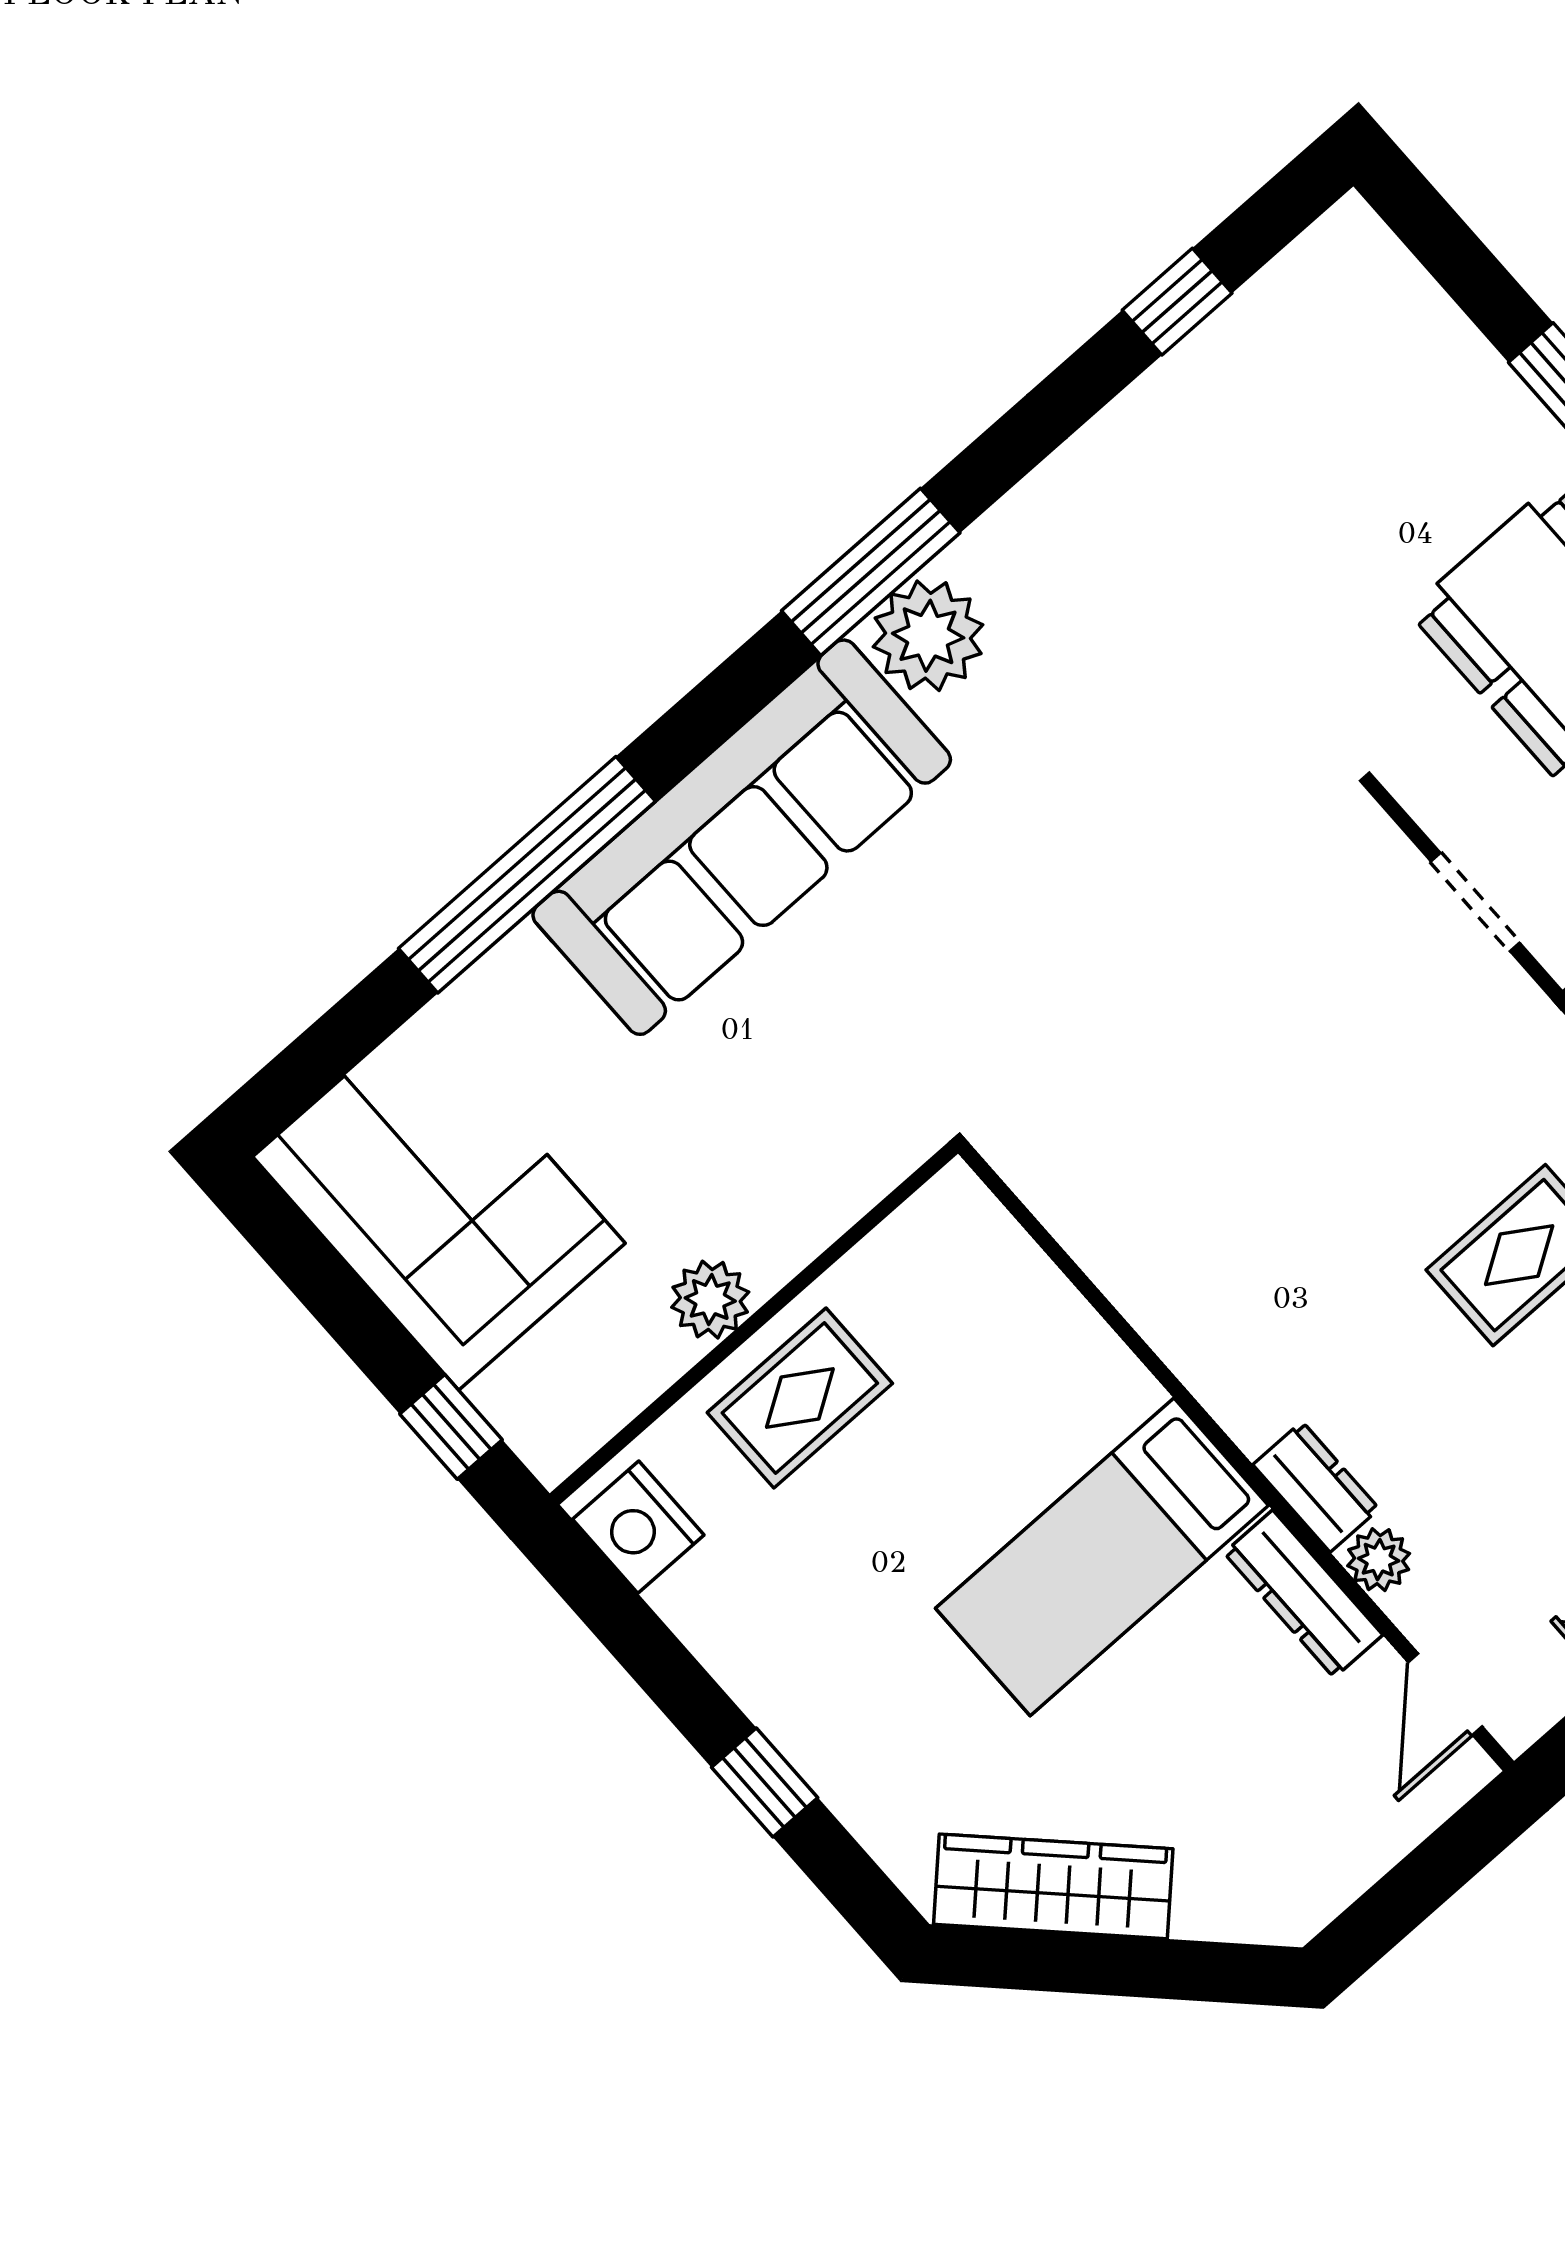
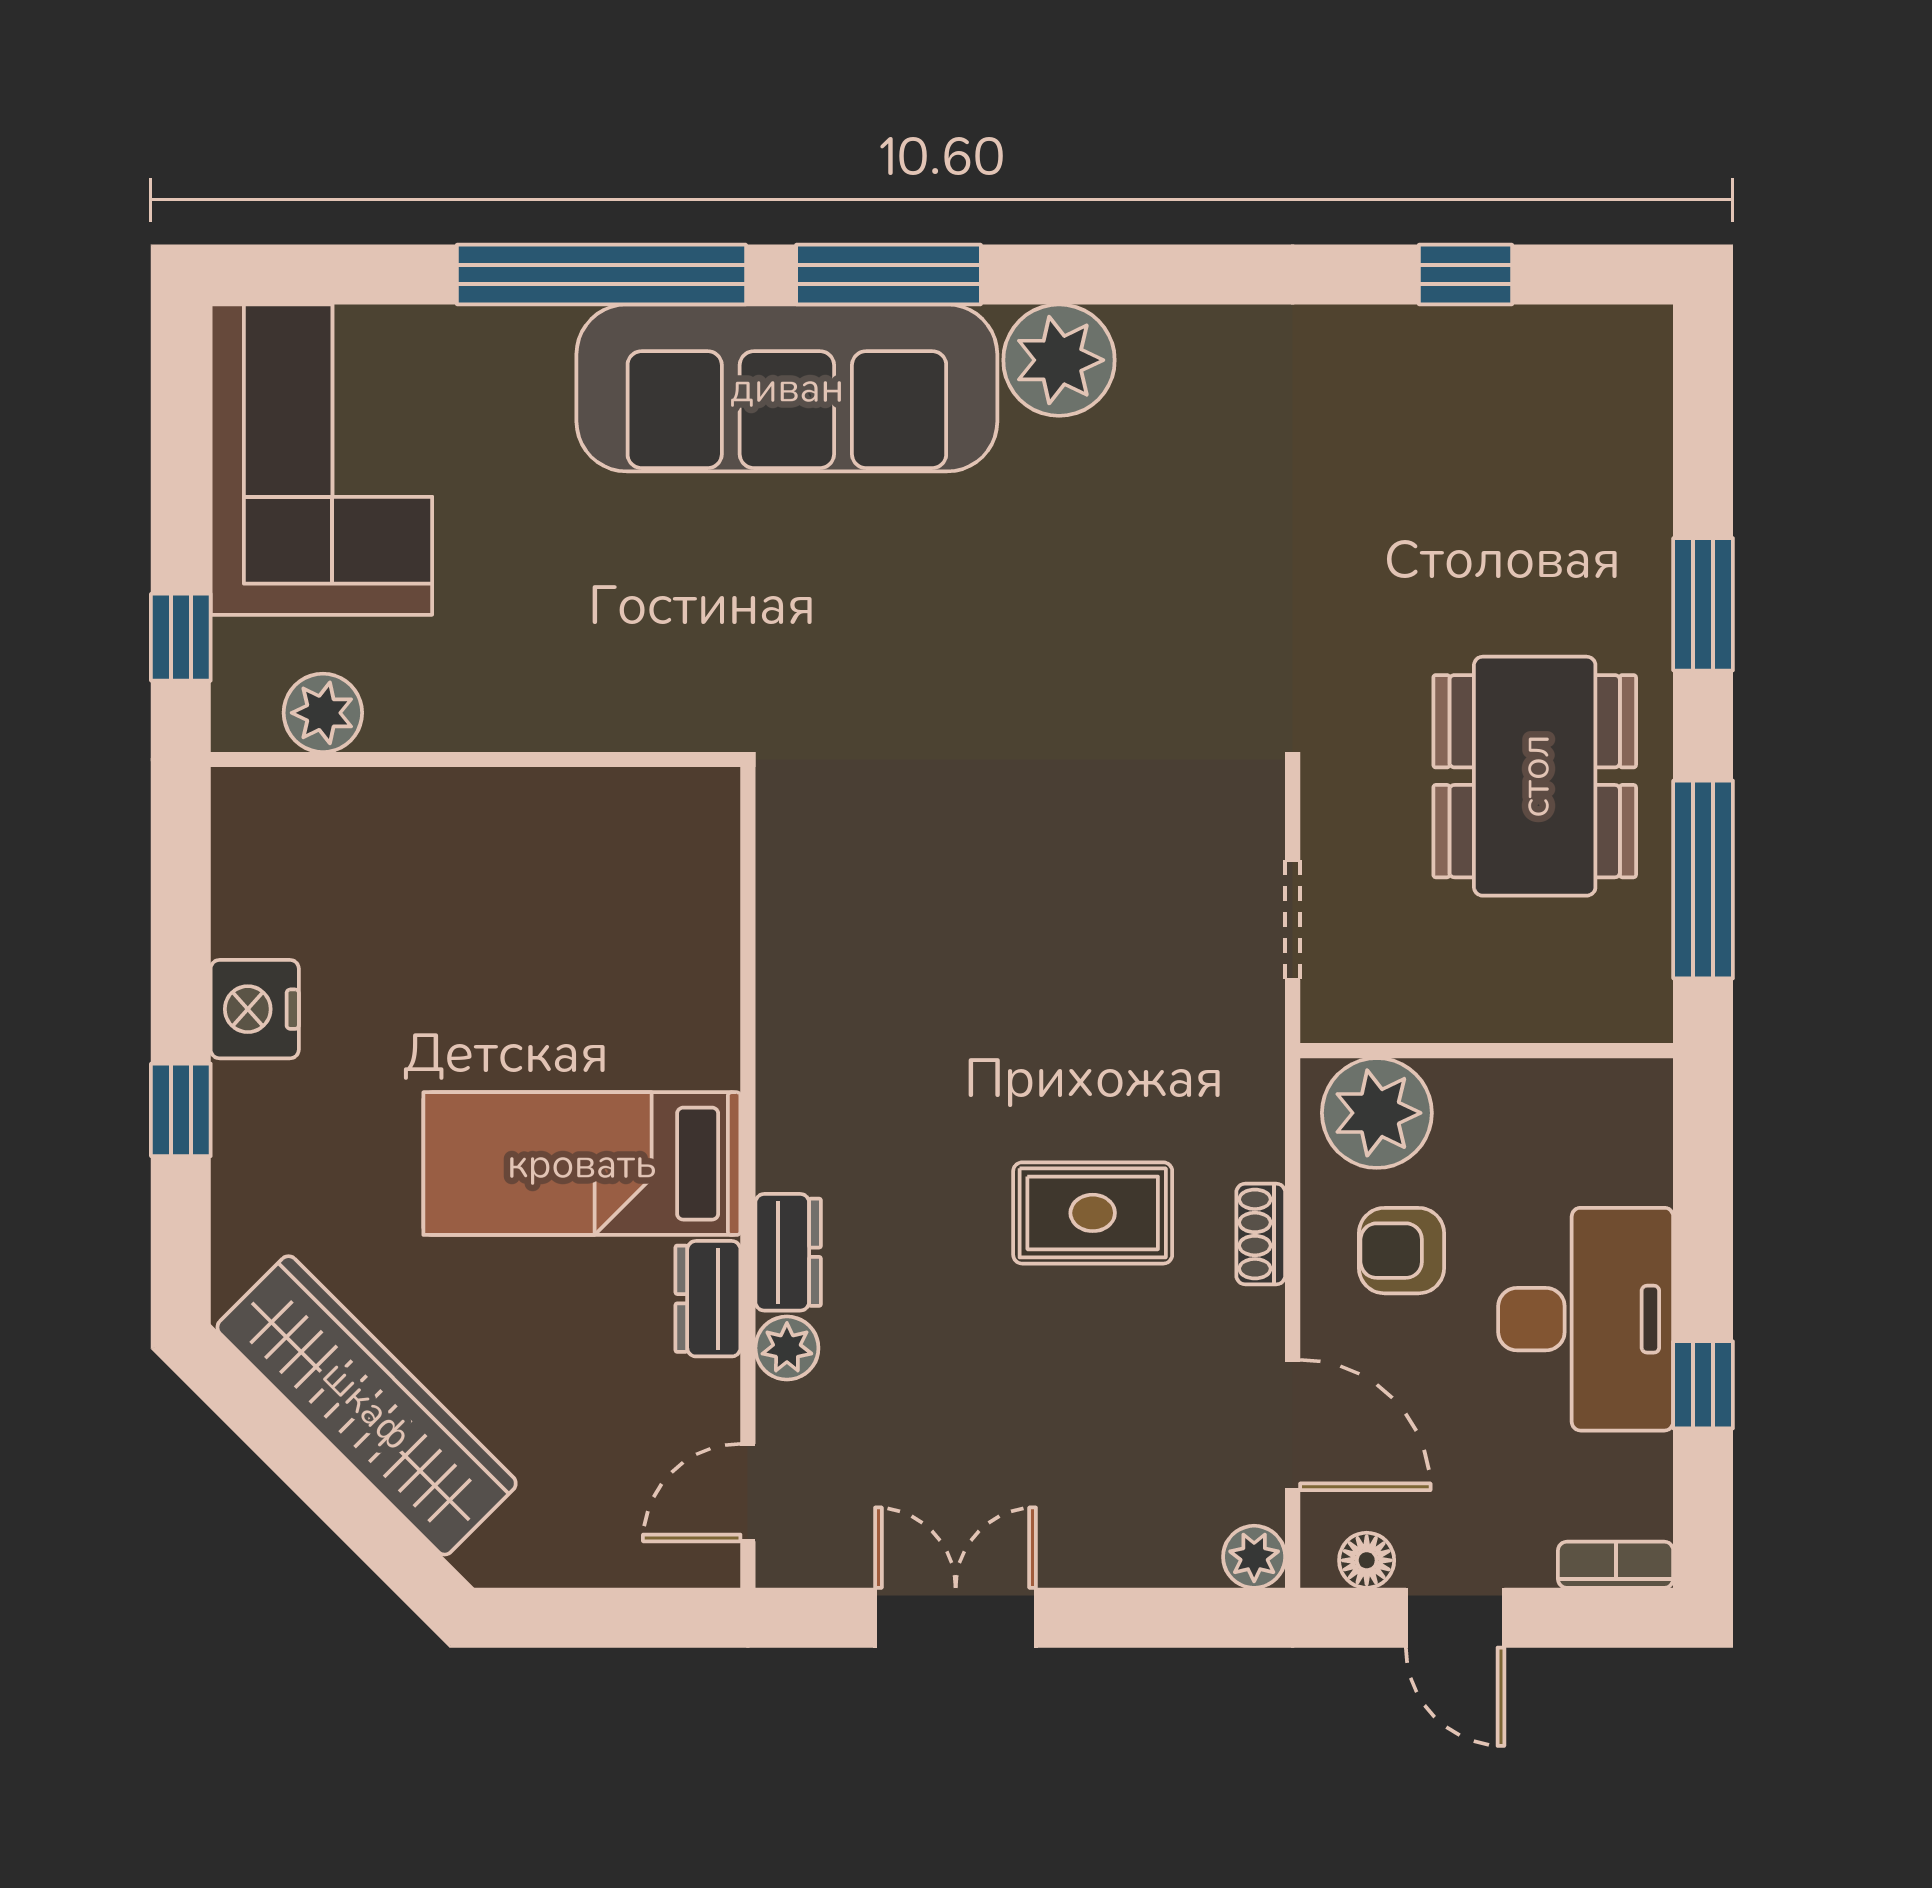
window: (871, 572) -> (888, 275), moved
plant: (710, 1300) -> (323, 713), moved
rug: (800, 1398) -> (461, 846), removed
nightstand: (638, 1527) -> (255, 1009), moved
dresser: (1303, 1594) -> (708, 1299), width x0.70
wardrobe: (1053, 1886) -> (367, 1405), width x1.40, depth x1.17

